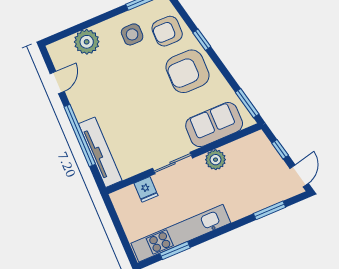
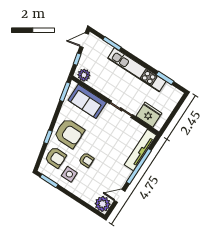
plant: (87, 42) -> (103, 204), moved
armchair: (136, 70) -> (86, 160), added
plant: (215, 160) -> (84, 75), moved
fridge: (146, 189) -> (149, 115), width x1.88, depth x1.34
kitchen unit: (181, 233) -> (137, 70), moved

